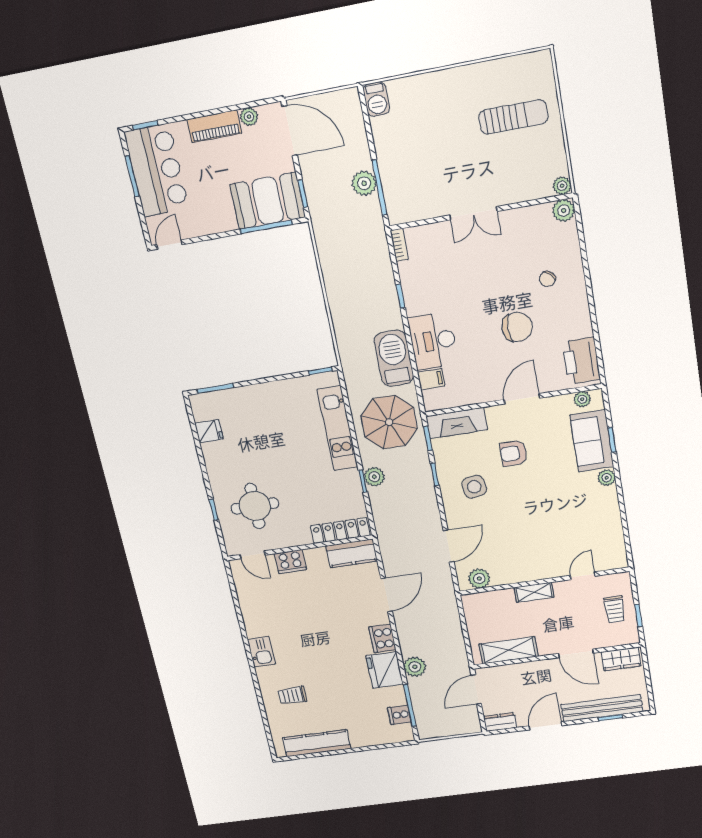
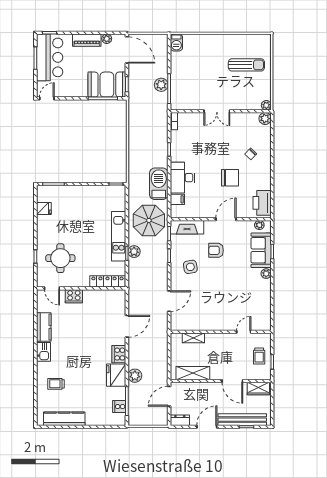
kitchen unit: (338, 428) -> (119, 236), moved
kitchen counter: (352, 553) -> (44, 327), moved, turned -90
plant: (479, 578) -> (183, 324), removed
shelving: (534, 592) -> (193, 338), moved

